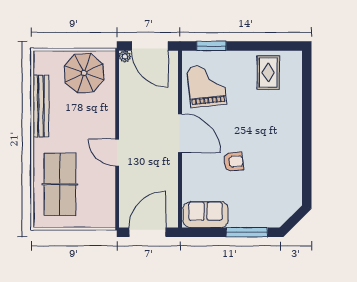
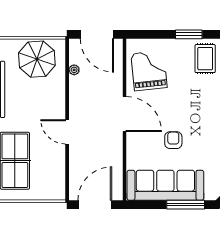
window: (211, 46) -> (189, 34), moved
plant: (125, 56) -> (74, 70), moved
armchair: (233, 162) -> (173, 140), turned -83
sofa: (206, 215) -> (165, 185), width x1.85, depth x1.27

